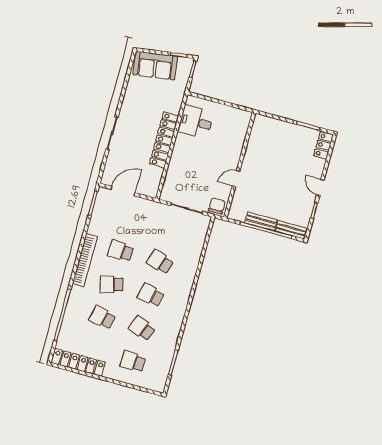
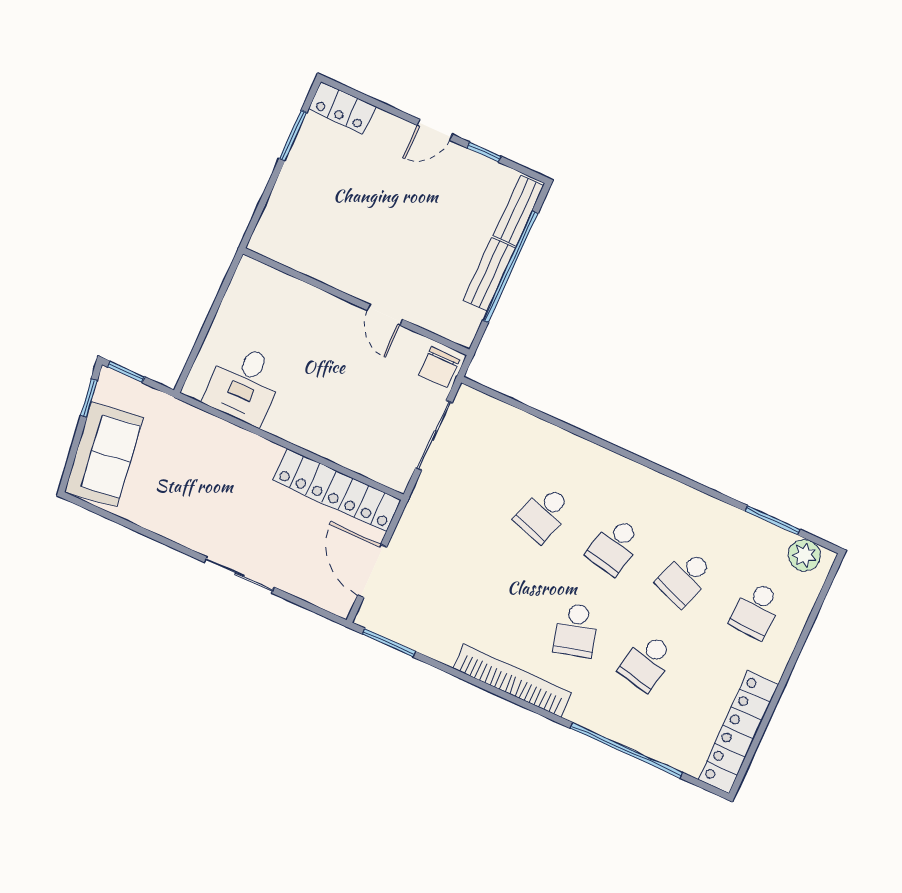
locker: (164, 140) -> (337, 490), moved
chair: (217, 206) -> (439, 367), turned -90
school desk: (121, 251) -> (505, 598), removed
plant: (160, 379) -> (804, 555), added

